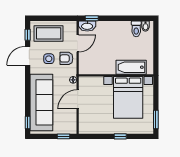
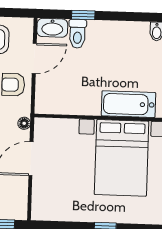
window: (92, 18) -> (83, 15), moved
toilet: (136, 29) -> (78, 34), moved

